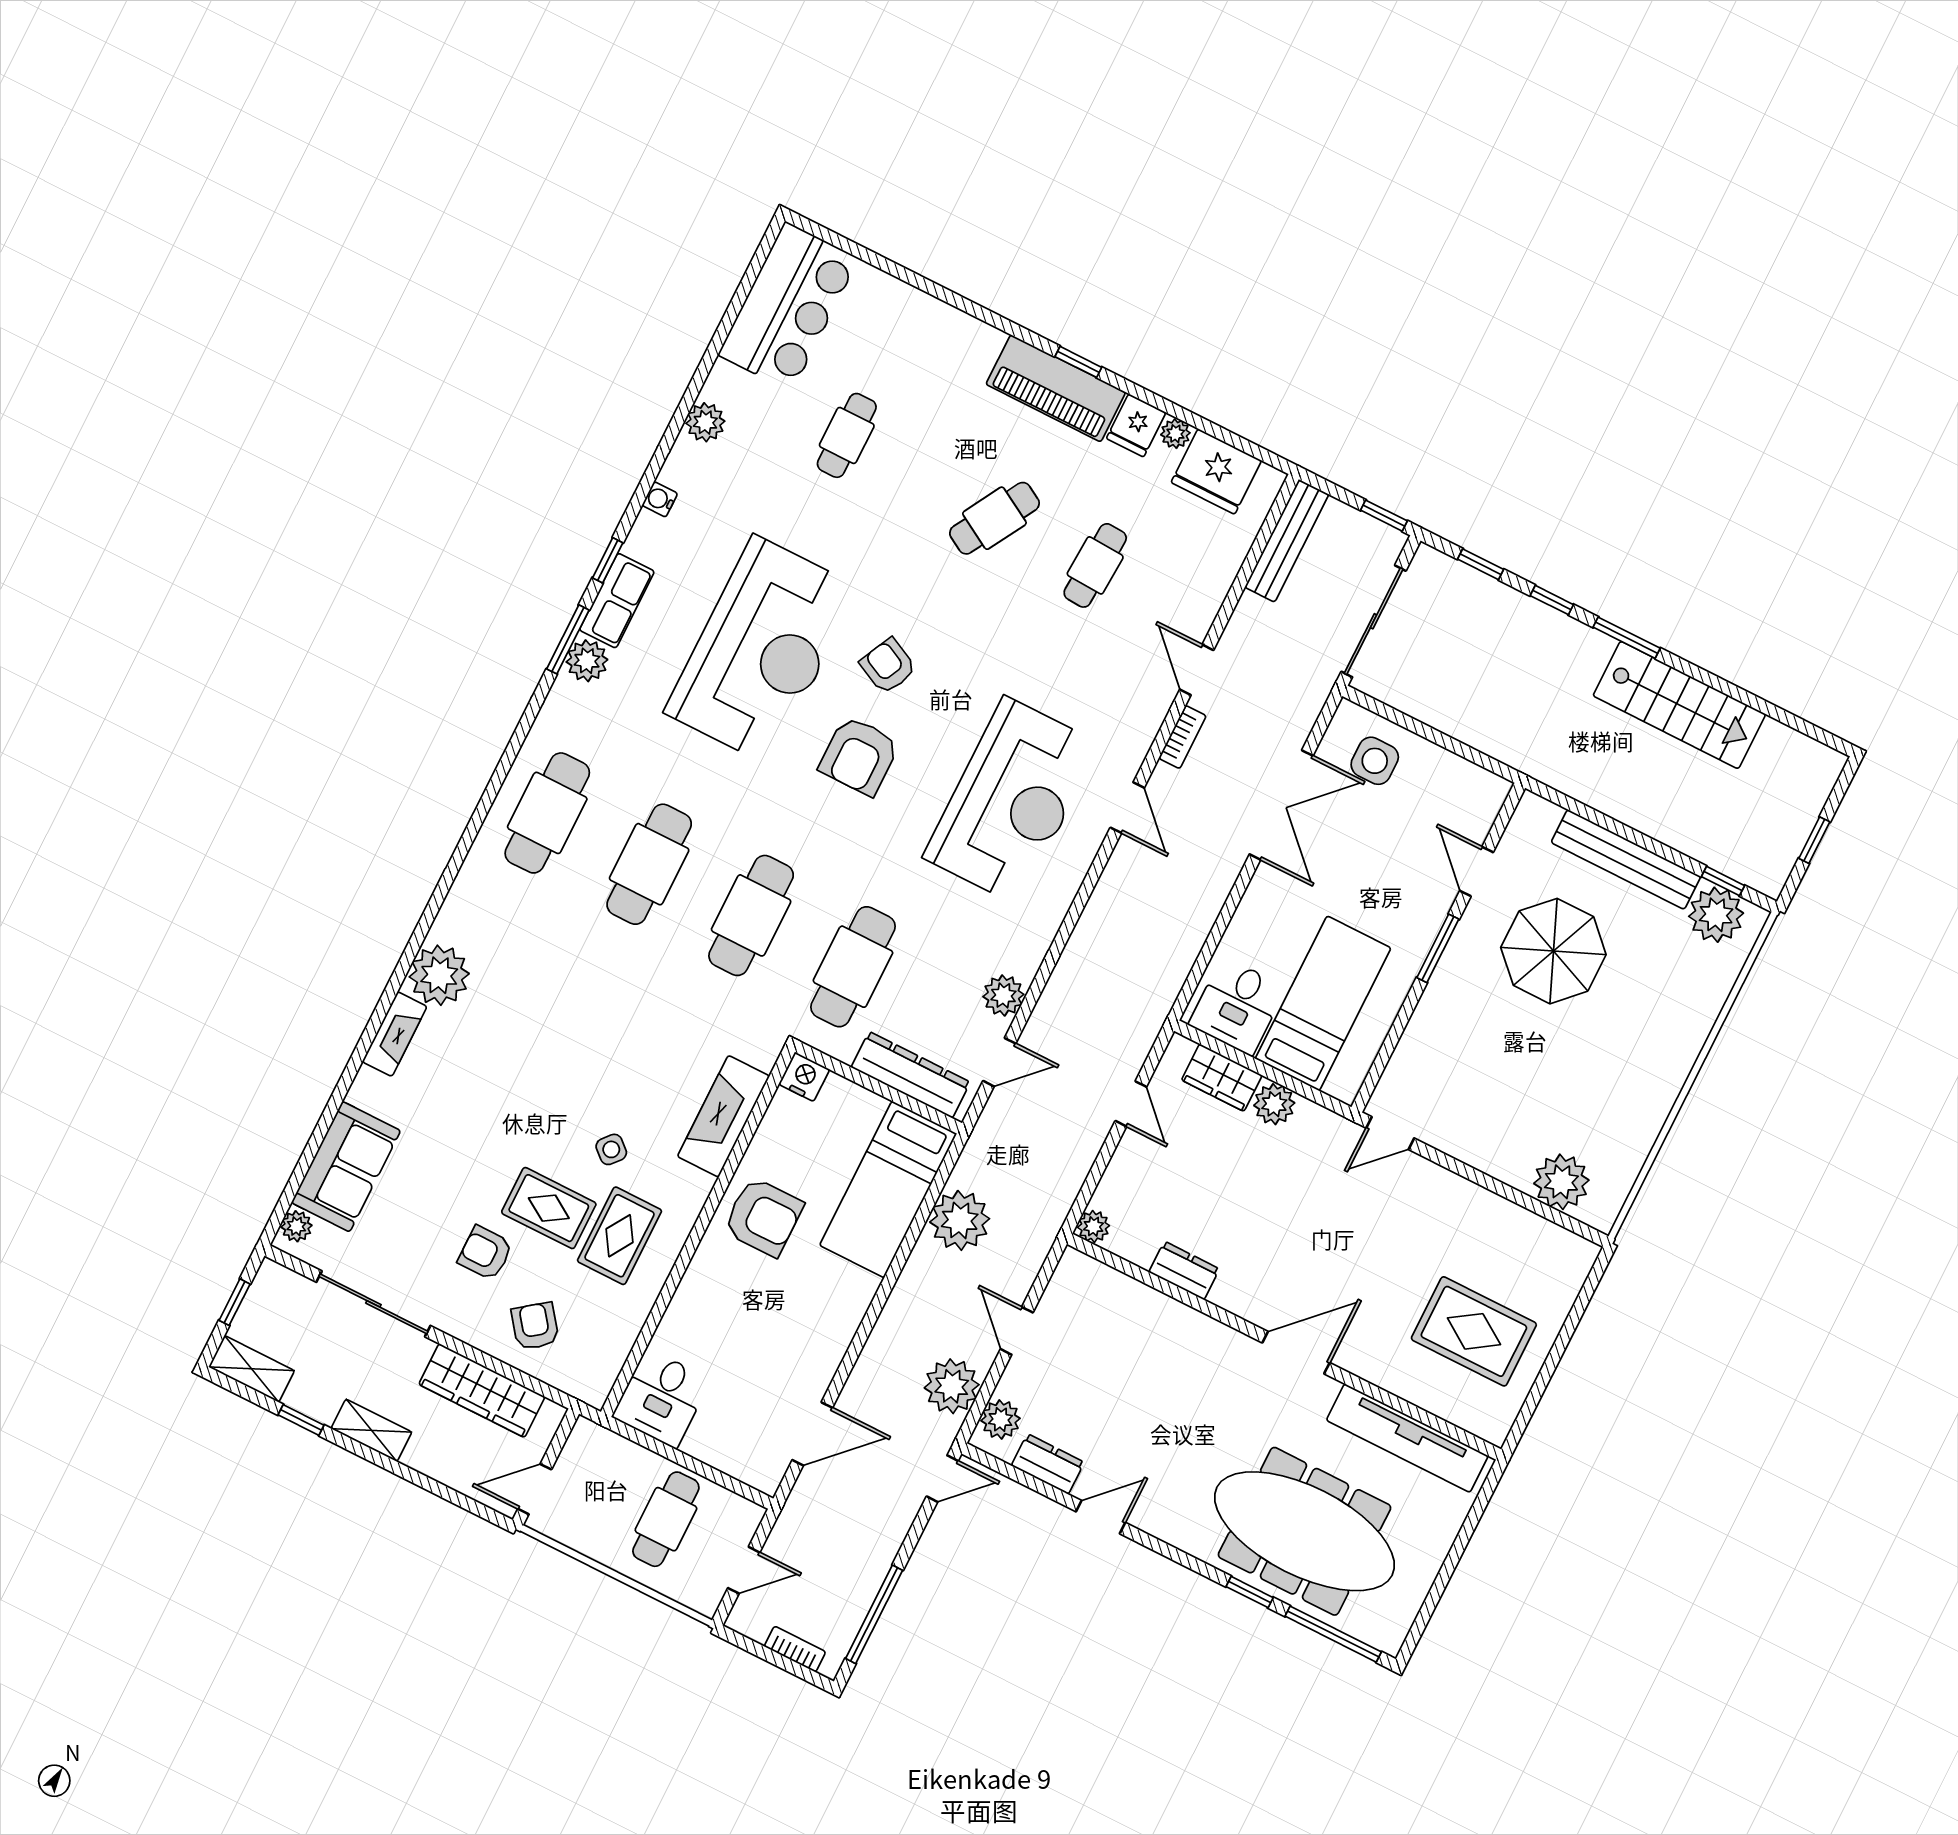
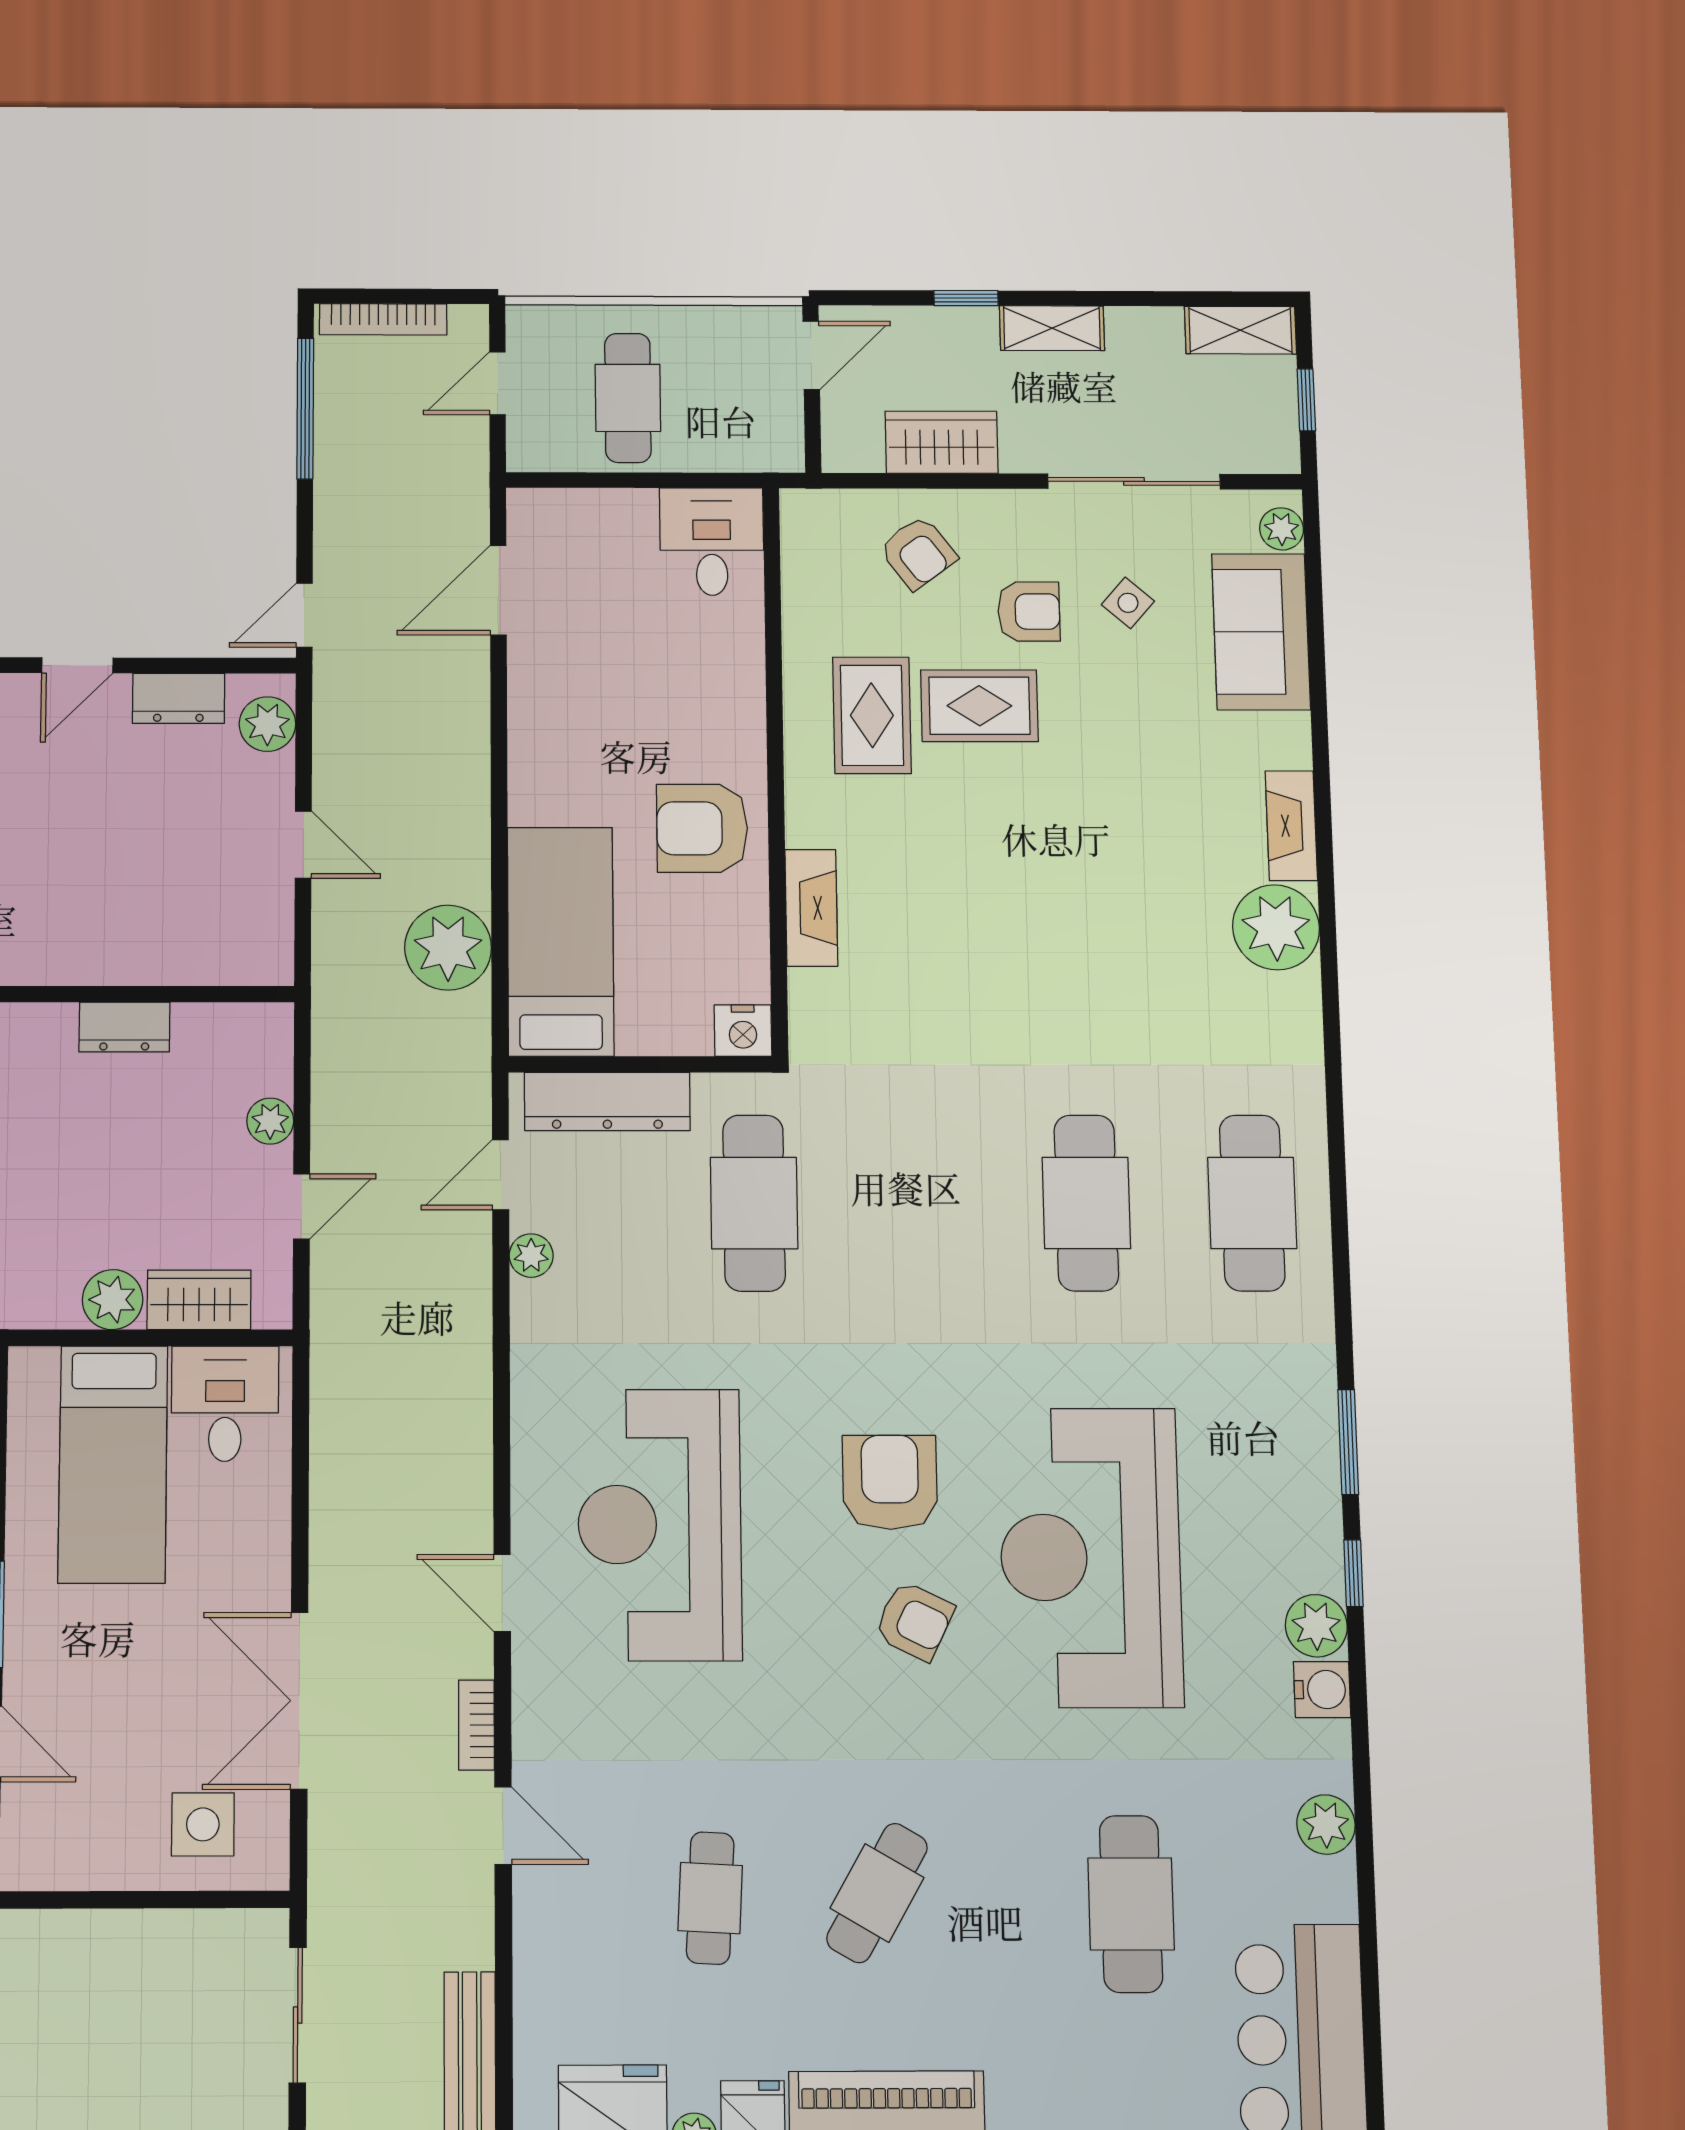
cafe table: (847, 435) -> (1131, 1904), width x1.37, depth x1.35
water cooler: (660, 499) -> (1322, 1690), width x1.38, depth x1.38
row of seats: (617, 601) -> (1313, 1526), removed
sliding door: (1374, 621) -> (298, 2015), width x0.73
plant: (587, 661) -> (1316, 1626), moved
cafe table: (751, 915) -> (920, 1203), removed
plant: (1003, 995) -> (531, 1256), width x0.73, depth x0.73
door: (1131, 1104) -> (302, 1206), swing flipped
fireplace: (723, 1116) -> (811, 908), width x0.73, depth x0.76
side table: (611, 1149) -> (1128, 603), moved
plant: (1094, 1226) -> (270, 1121), moved
plant: (952, 1386) -> (351, 735), removed
wardrobe: (482, 1390) -> (942, 442), width x0.67
window: (301, 1420) -> (966, 298), moved
bookcase: (795, 1649) -> (383, 319), width x1.56

